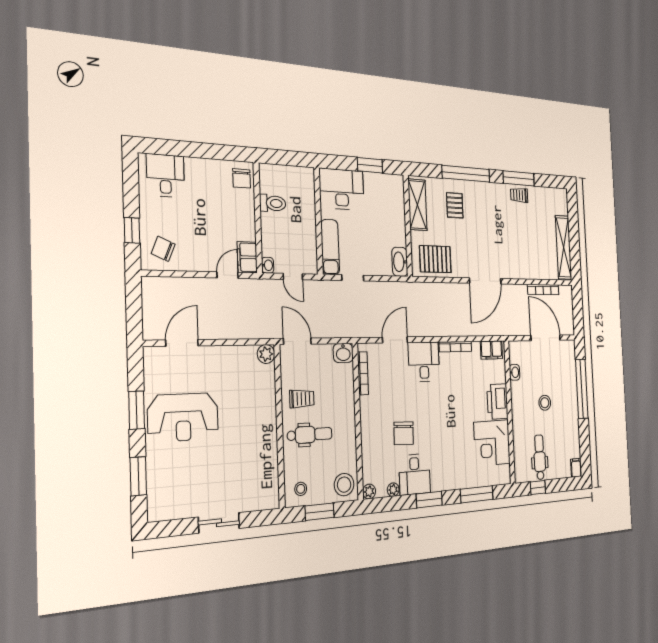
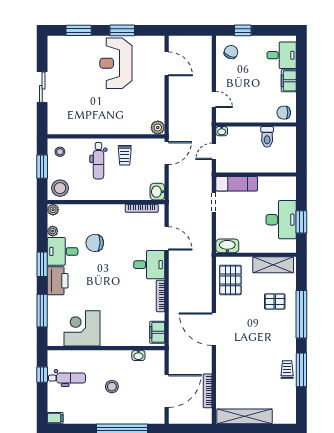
desk: (342, 189) -> (281, 220), moved
filing cabinet: (247, 257) -> (289, 81), moved, turned -90
printer: (497, 402) -> (58, 281), moved, turned 90

